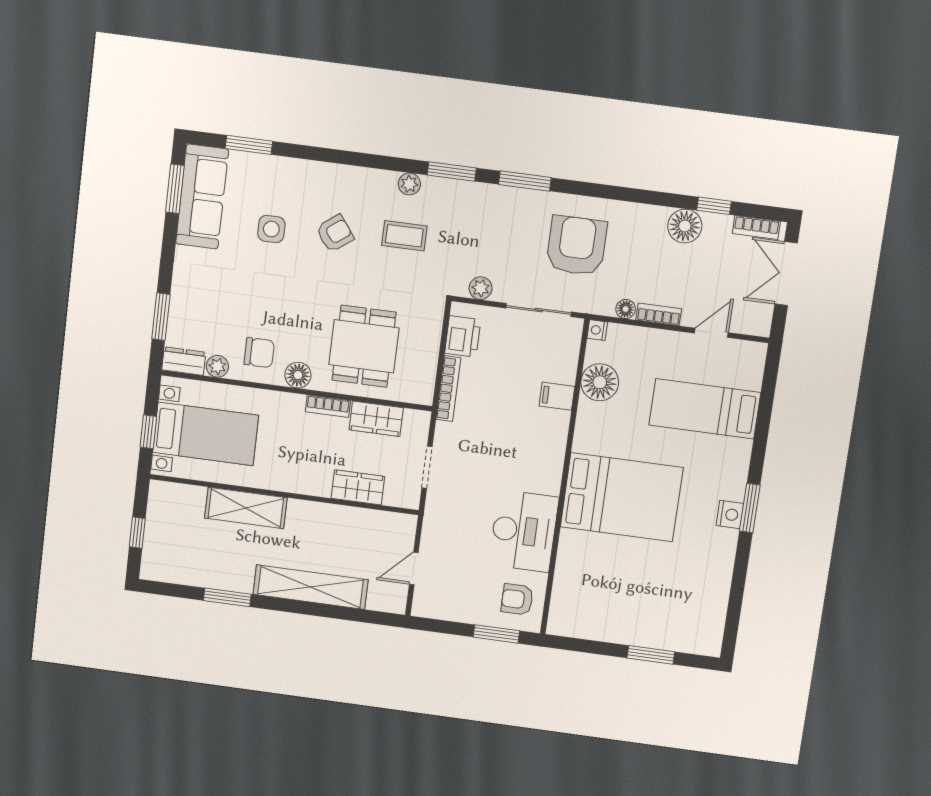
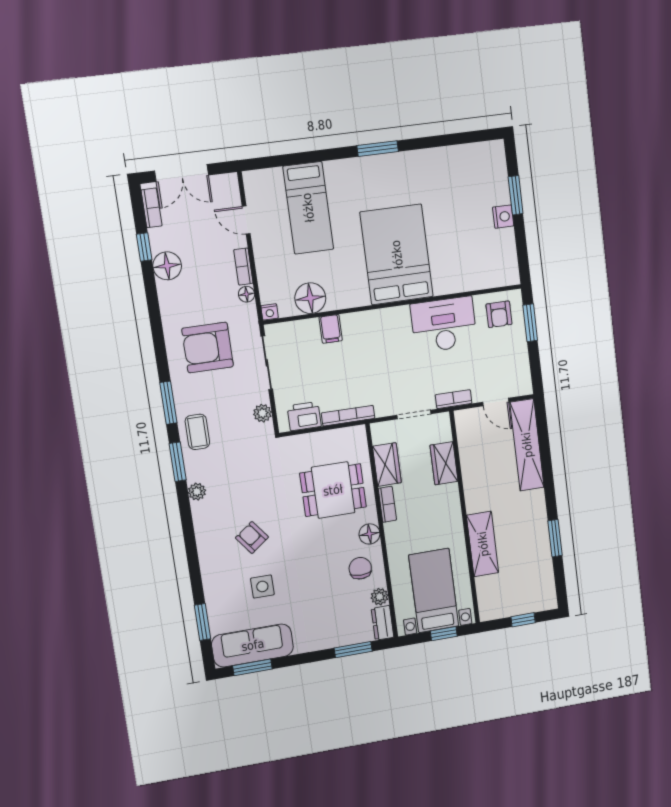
coffee table: (404, 236) -> (197, 432), moved
nightstand: (730, 514) -> (503, 217), moved, turned 90
bookcase: (432, 519) -> (454, 399), added
shelving: (310, 587) -> (527, 445), moved

